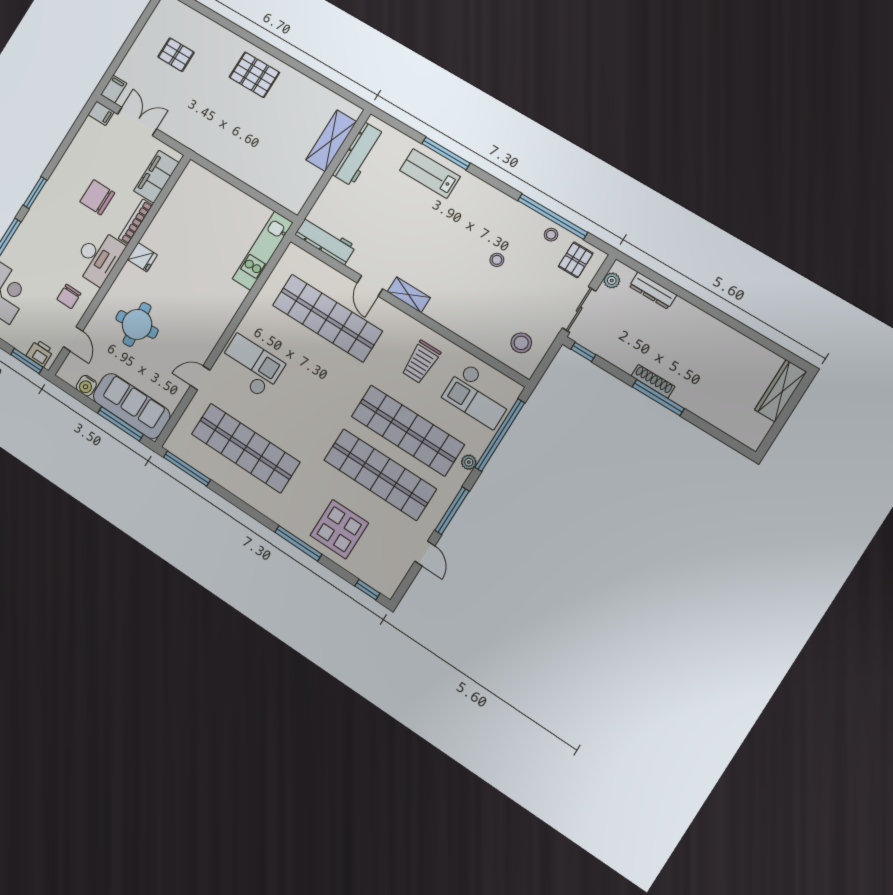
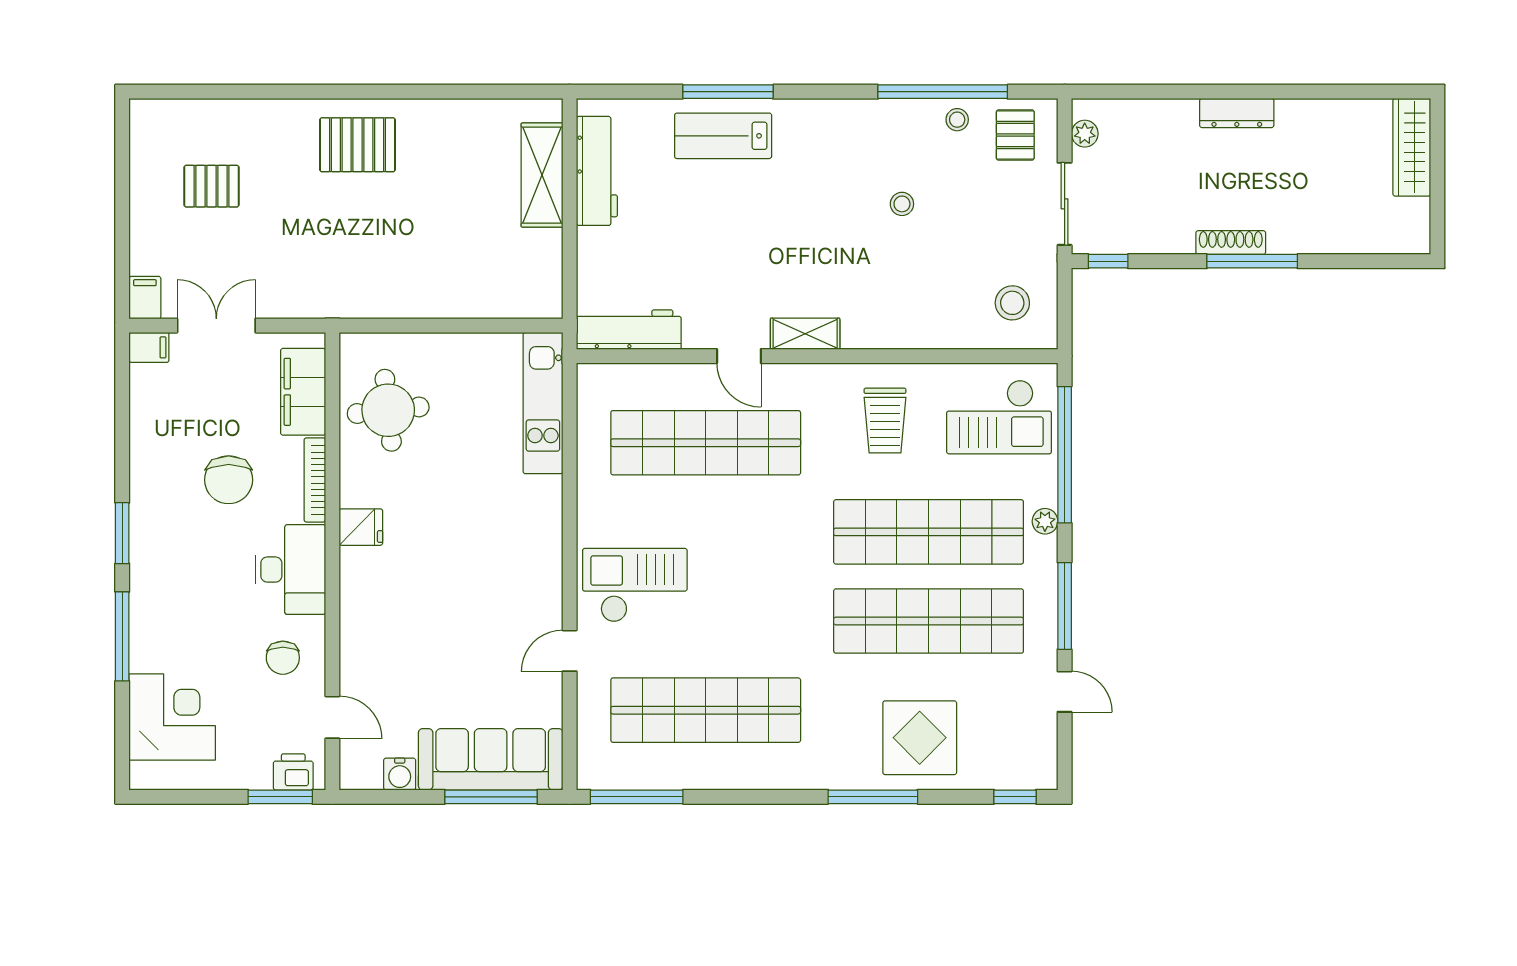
chair: (97, 197) -> (229, 480), turned -90
dresser: (653, 291) -> (1237, 113), moved
round table: (137, 324) -> (388, 410), moved

